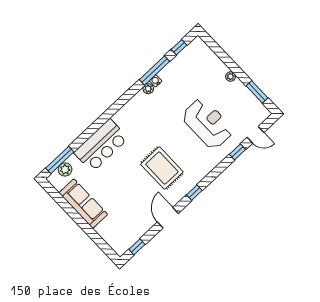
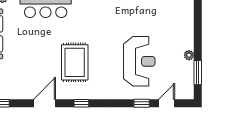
plant: (231, 77) -> (189, 55), moved
door: (255, 135) -> (167, 103), swing flipped

